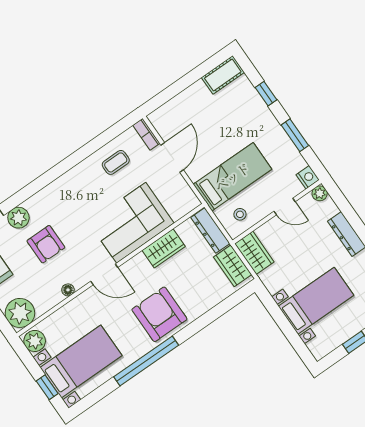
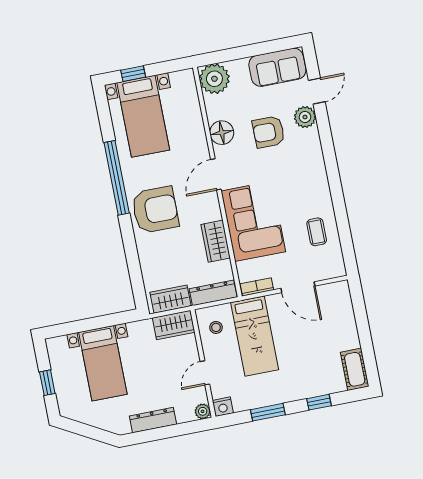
bookcase: (146, 134) -> (257, 287), moved
floor lamp: (68, 290) -> (222, 133), width x1.89, depth x1.89
plant: (35, 341) -> (182, 81), removed

